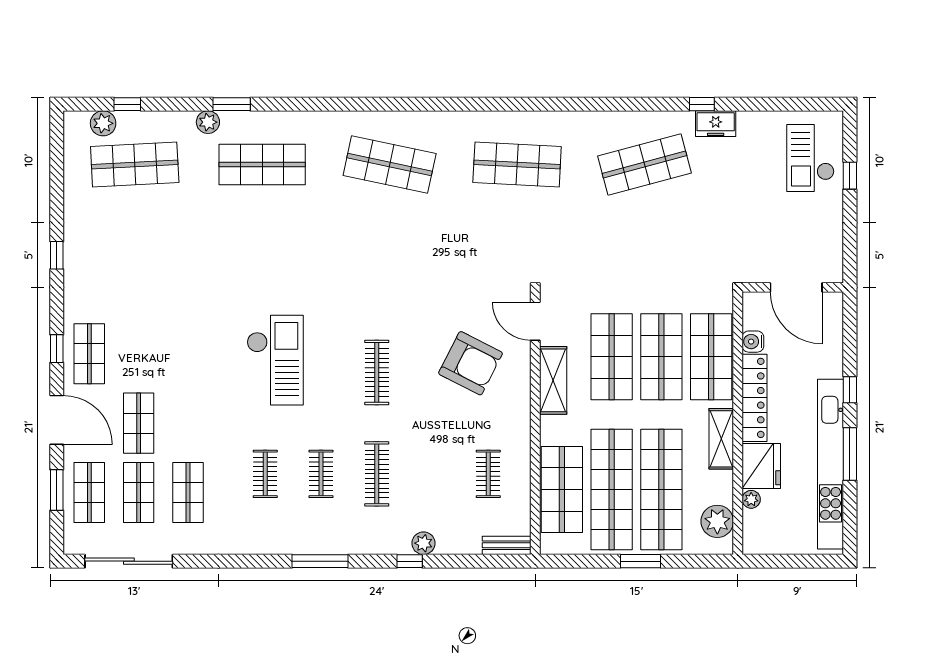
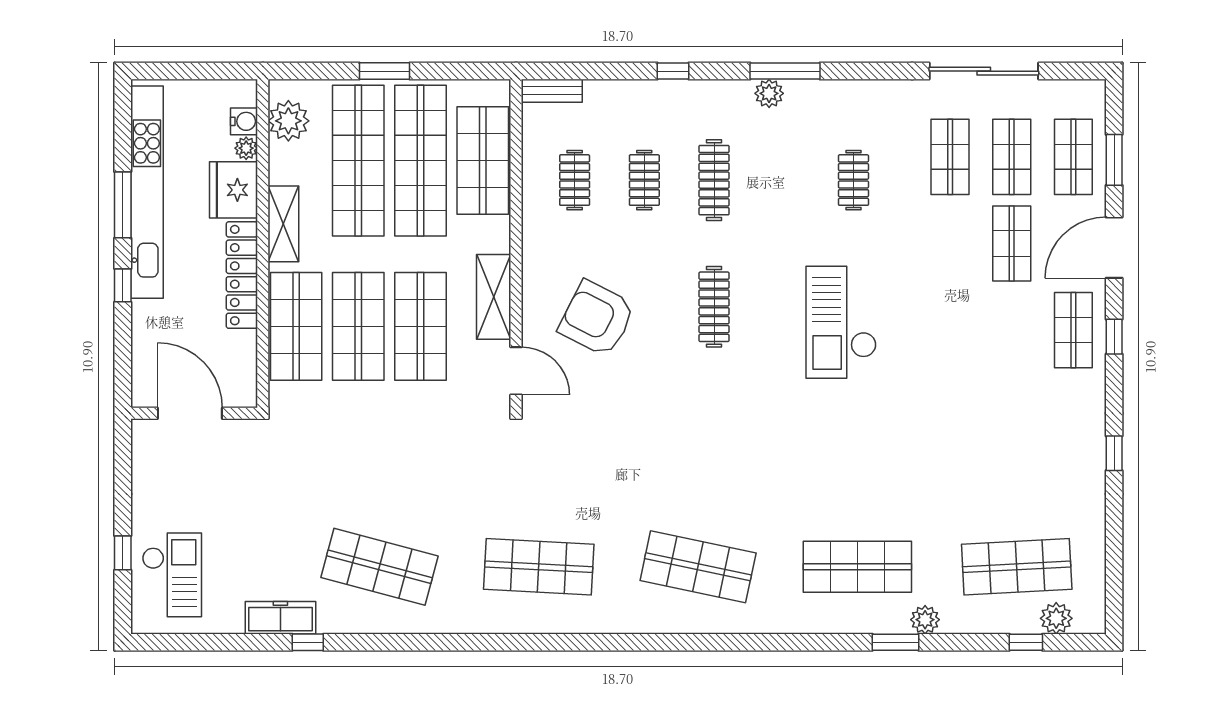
freezer: (716, 124) -> (280, 618), width x1.40
shop shelf: (644, 165) -> (379, 567), turned 30
water cooler: (753, 342) -> (244, 121), moved
door: (57, 420) -> (1114, 248), hinge flipped
clothes rail: (321, 474) -> (644, 180), moved
plant: (423, 543) -> (769, 93), moved
sliding door: (129, 561) -> (984, 71), moved

